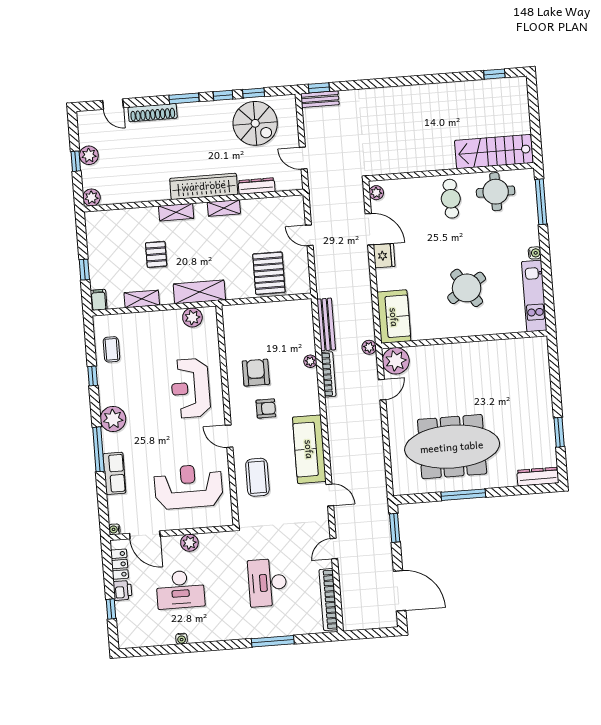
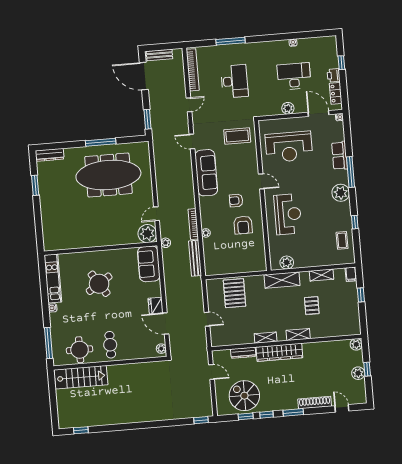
bench: (320, 99) -> (159, 55), moved
coffee table: (257, 477) -> (237, 136), moved, turned 90

